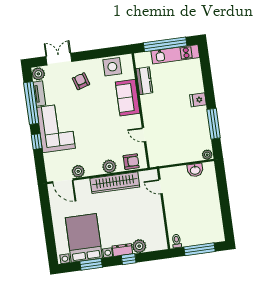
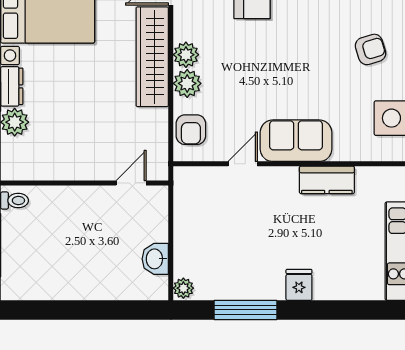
kitchen counter: (144, 81) -> (327, 180), moved
sofa: (128, 98) -> (296, 141), moved
plant: (78, 171) -> (186, 55), moved
wardrobe: (115, 183) -> (152, 57), moved

